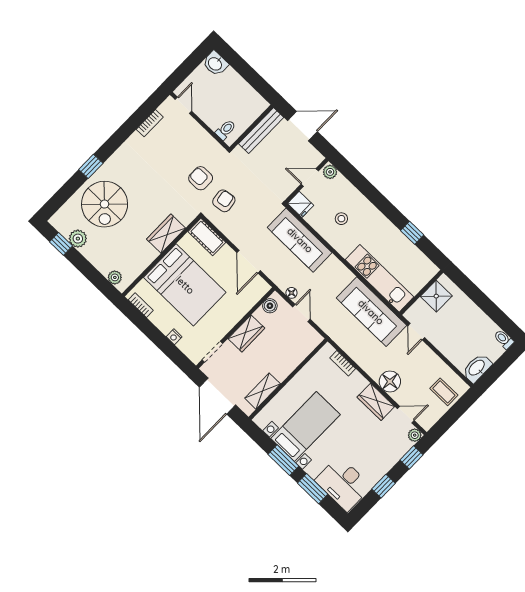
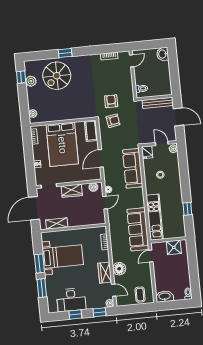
wardrobe: (166, 234) -> (74, 113), removed
desk: (343, 484) -> (71, 300), moved, turned -90

